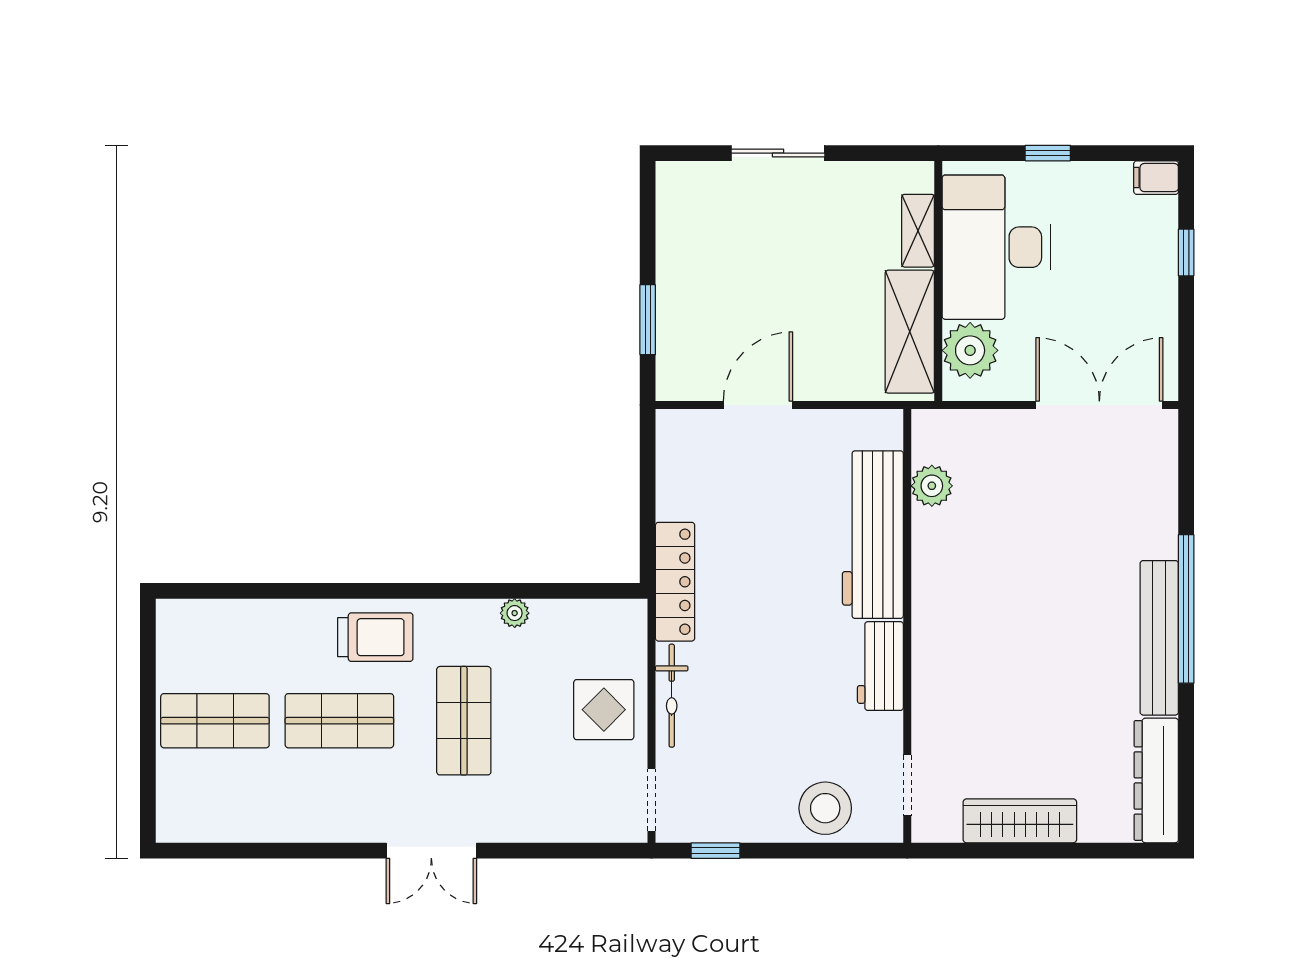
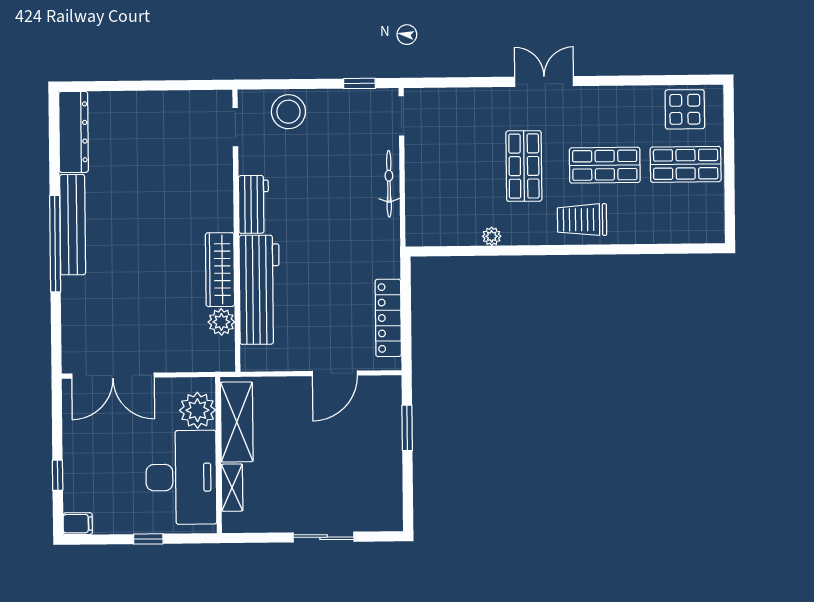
locker: (675, 582) -> (388, 318), moved
display table: (604, 710) -> (685, 109), moved
wardrobe: (1020, 821) -> (220, 270), moved, turned 90

